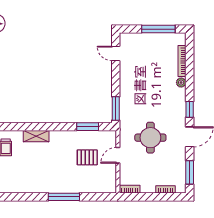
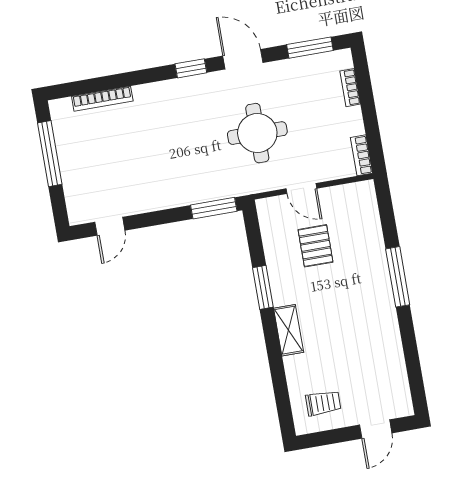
plant: (181, 82) -> (143, 93), removed
window: (88, 127) -> (263, 287), moved
shelving: (36, 136) -> (289, 330), moved

